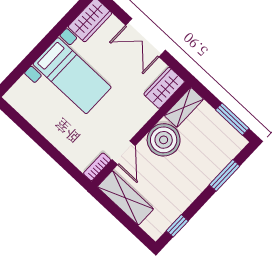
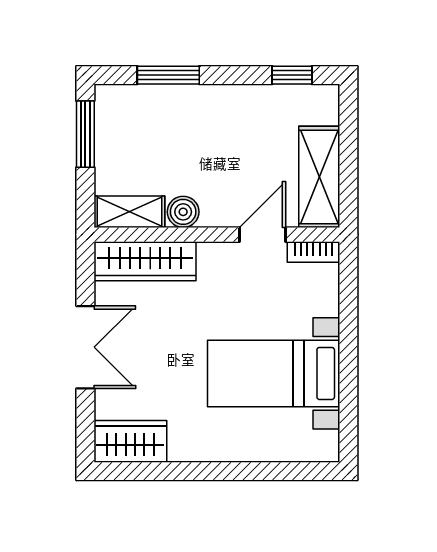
bed with nightstands: (72, 76) -> (274, 373), moved, turned -90
wardrobe: (164, 88) -> (145, 261), width x1.50
boiler: (164, 140) -> (183, 212), width x0.54, depth x0.54

